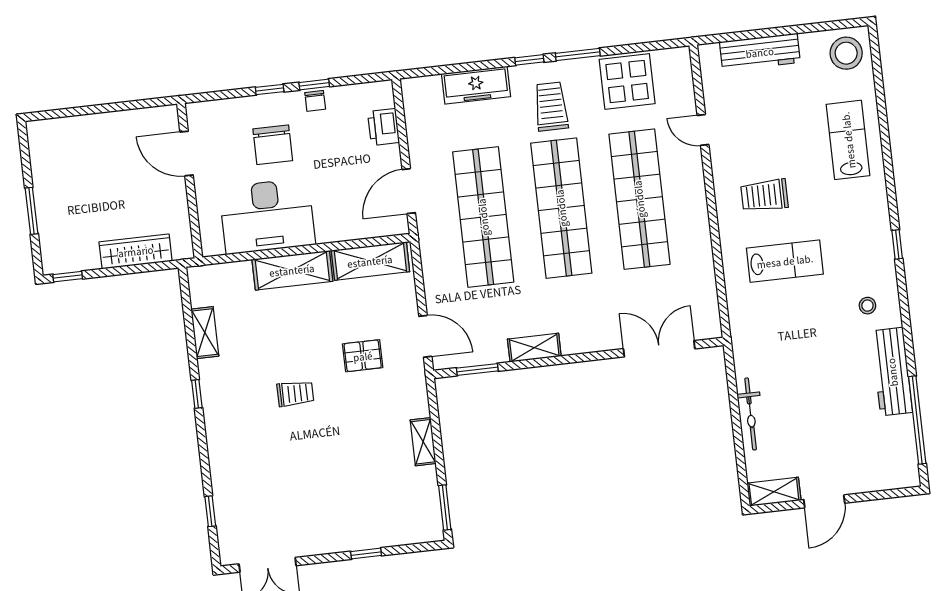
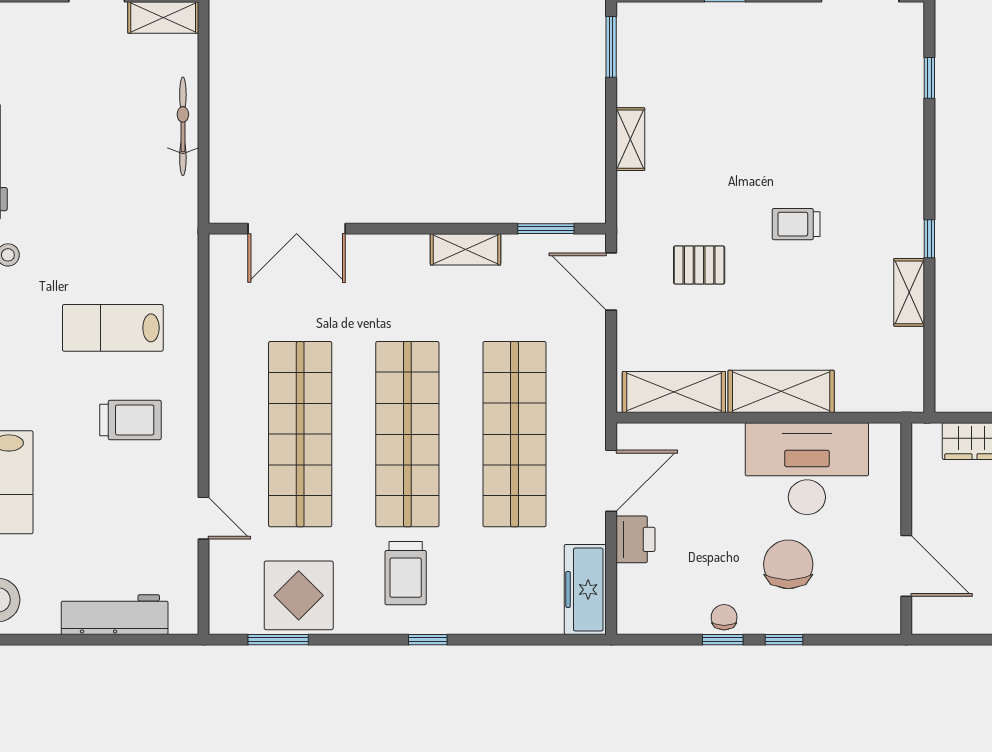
window: (578, 54) -> (278, 640), moved
freezer: (476, 85) -> (585, 590), moved, turned -90
printer: (384, 127) -> (636, 539), moved
shelving: (205, 333) -> (909, 292), moved

